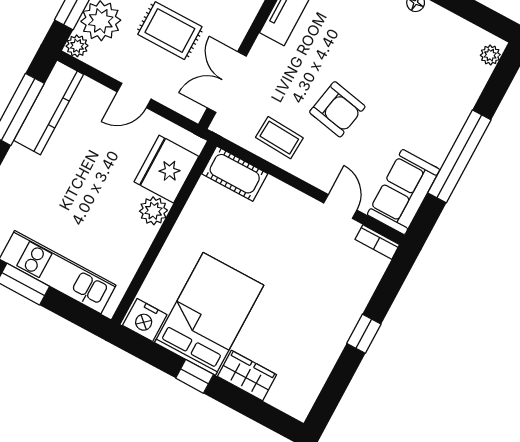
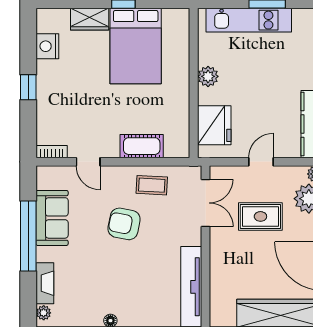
fireplace: (470, 89) -> (45, 283), added
cot: (235, 174) -> (142, 146), moved
sofa: (403, 192) -> (52, 218), moved
plant: (153, 211) -> (208, 76), moved
nightstand: (145, 320) -> (47, 46), moved, turned -90

